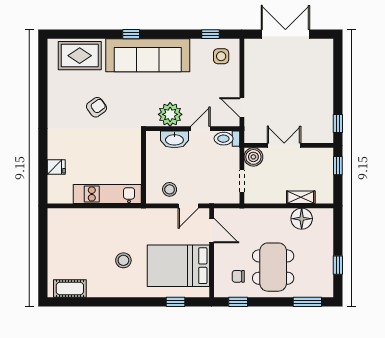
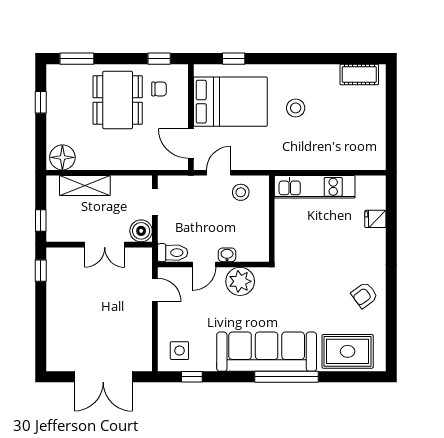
window: (131, 34) -> (286, 377), width x3.17
armchair: (96, 107) -> (364, 295), moved
washbasin: (174, 139) -> (227, 255), width x0.52, depth x0.69
shelving: (301, 197) -> (85, 186), width x1.50, depth x1.33
floor lamp: (302, 219) -> (62, 157), moved

